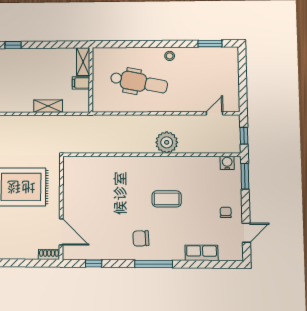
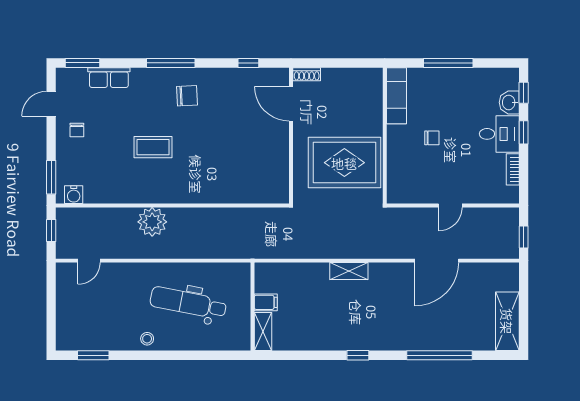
shelving: (48, 106) -> (349, 271), moved
window: (222, 264) -> (82, 63), added

